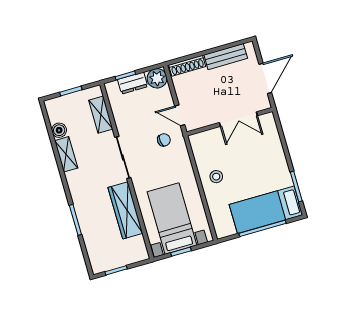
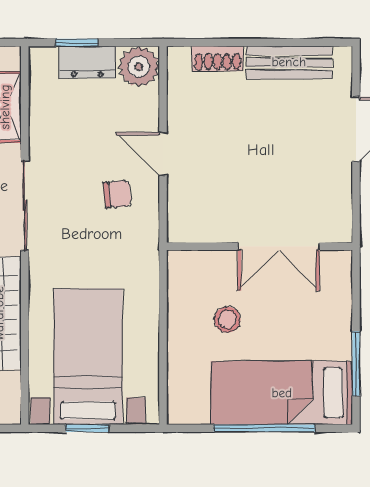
shoe rack: (187, 66) -> (218, 59), width x0.70
double door: (238, 119) -> (279, 246), moved
wall: (230, 122) -> (259, 246), moved
stool: (216, 177) -> (227, 320), moved

